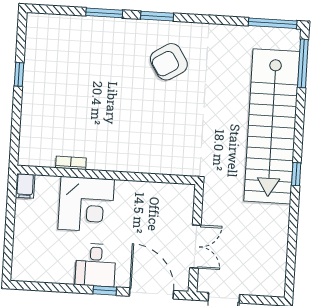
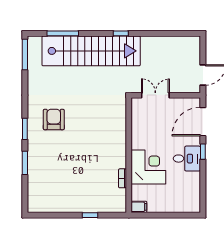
armchair: (169, 62) -> (54, 119), turned -148
window: (303, 63) -> (63, 33), moved
window: (19, 74) -> (90, 215), moved
double door: (195, 247) -> (155, 95), moved

